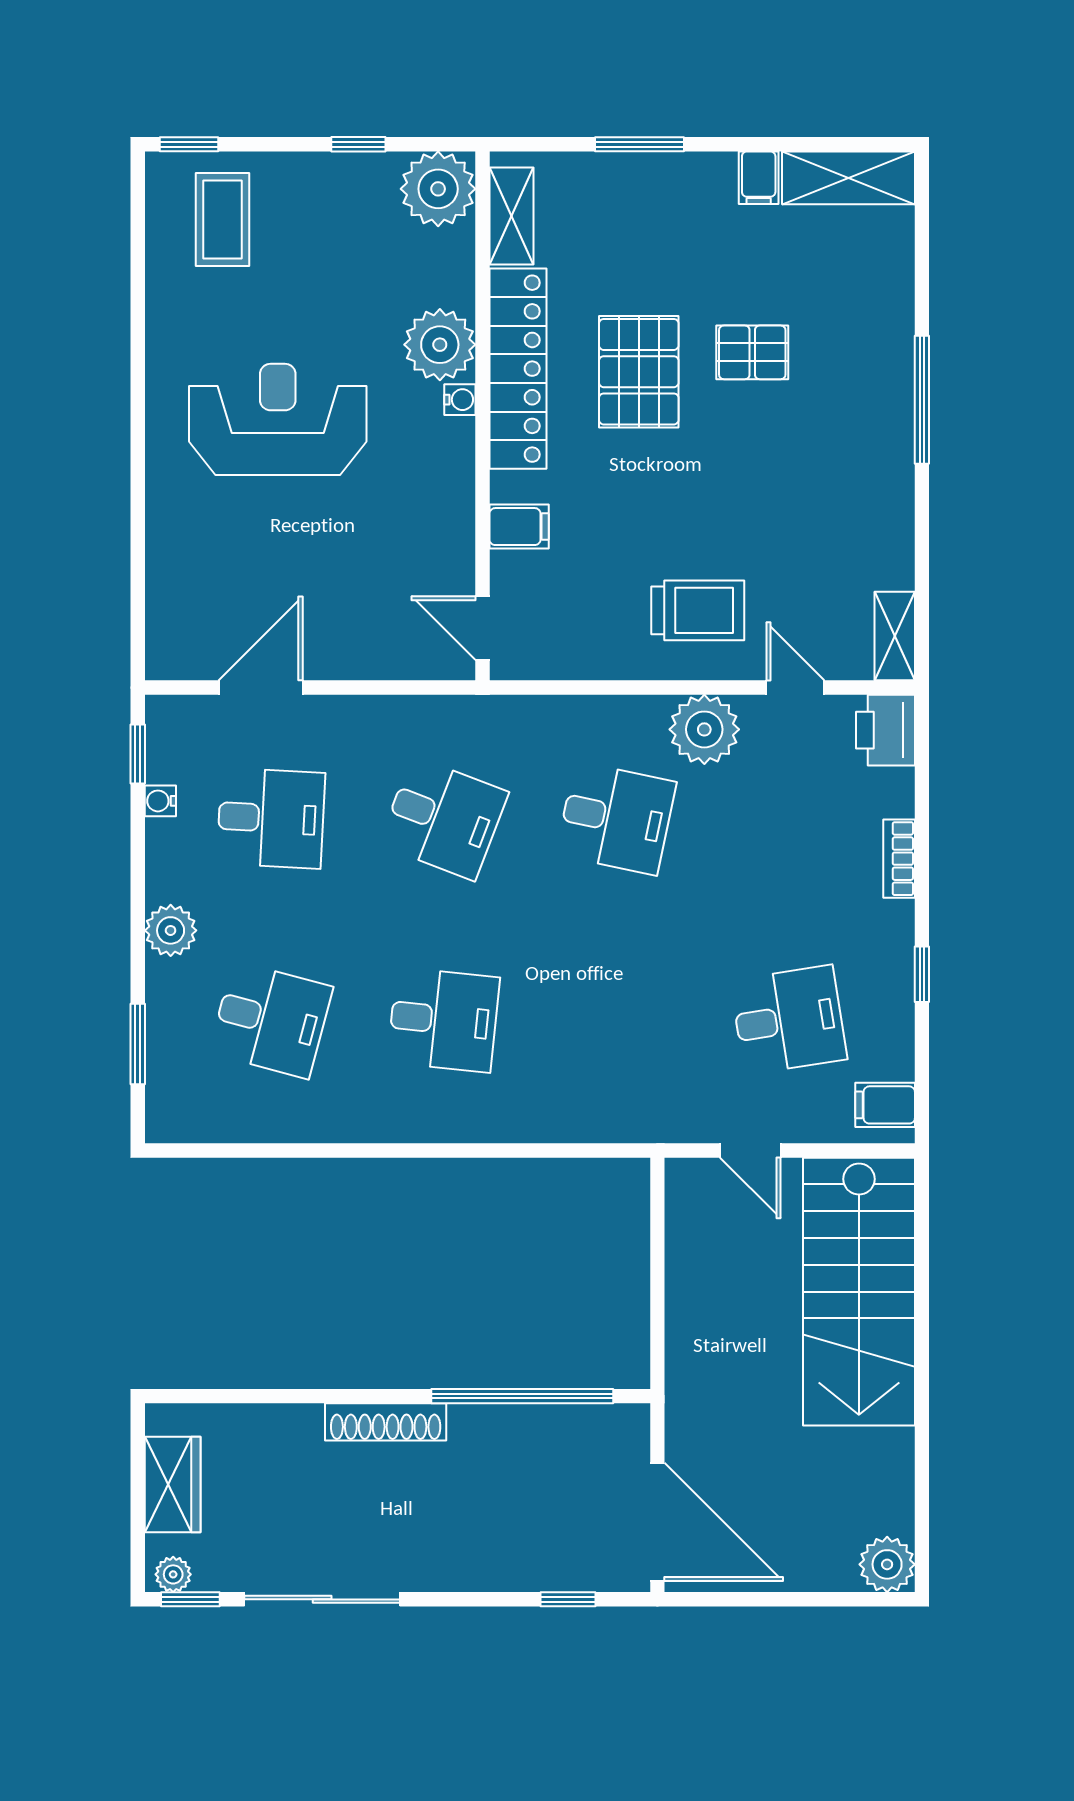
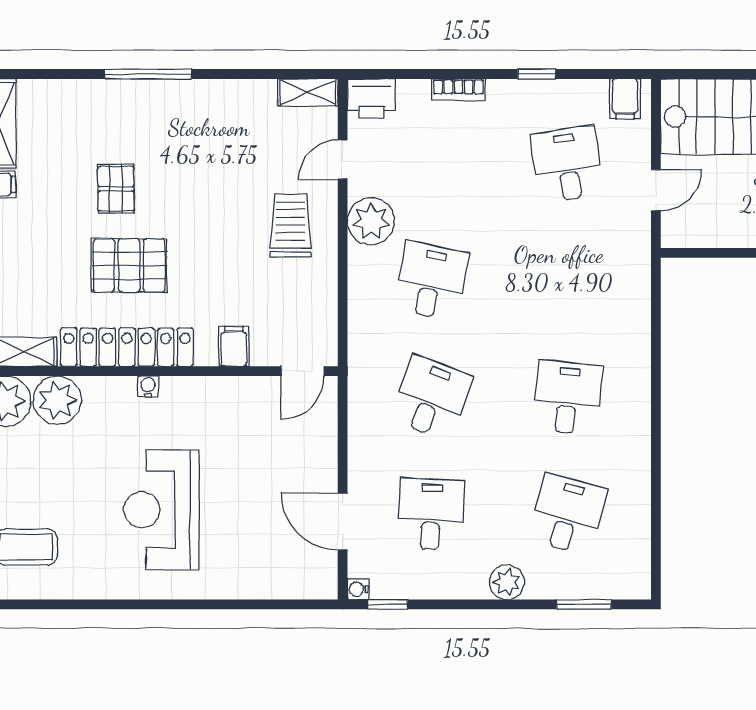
plant: (440, 345) -> (57, 400), moved
water cooler: (160, 801) -> (358, 589), moved, turned 90

